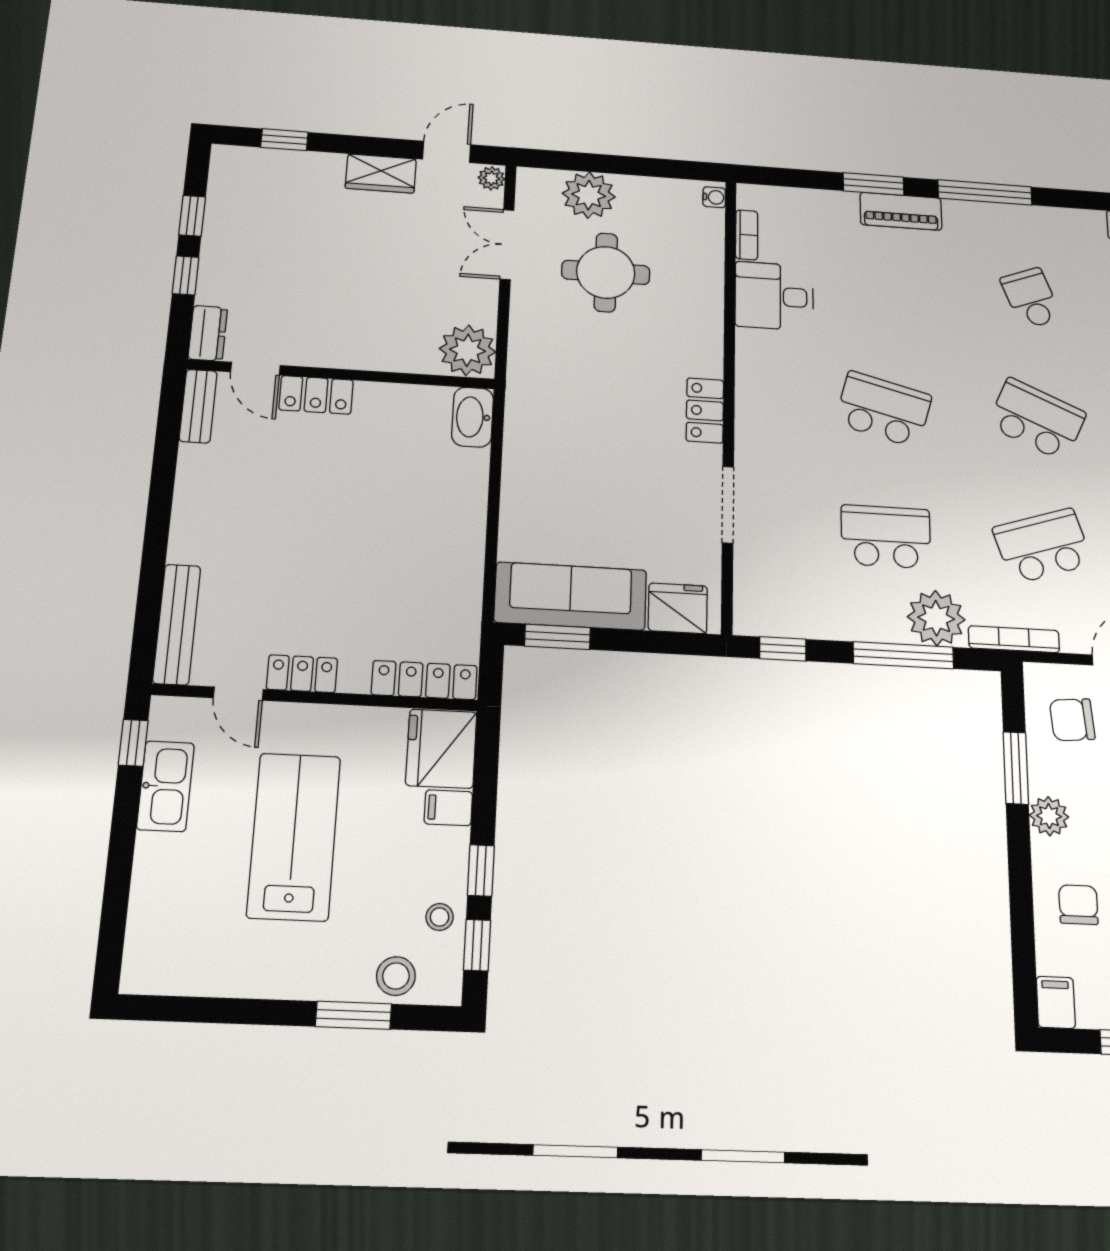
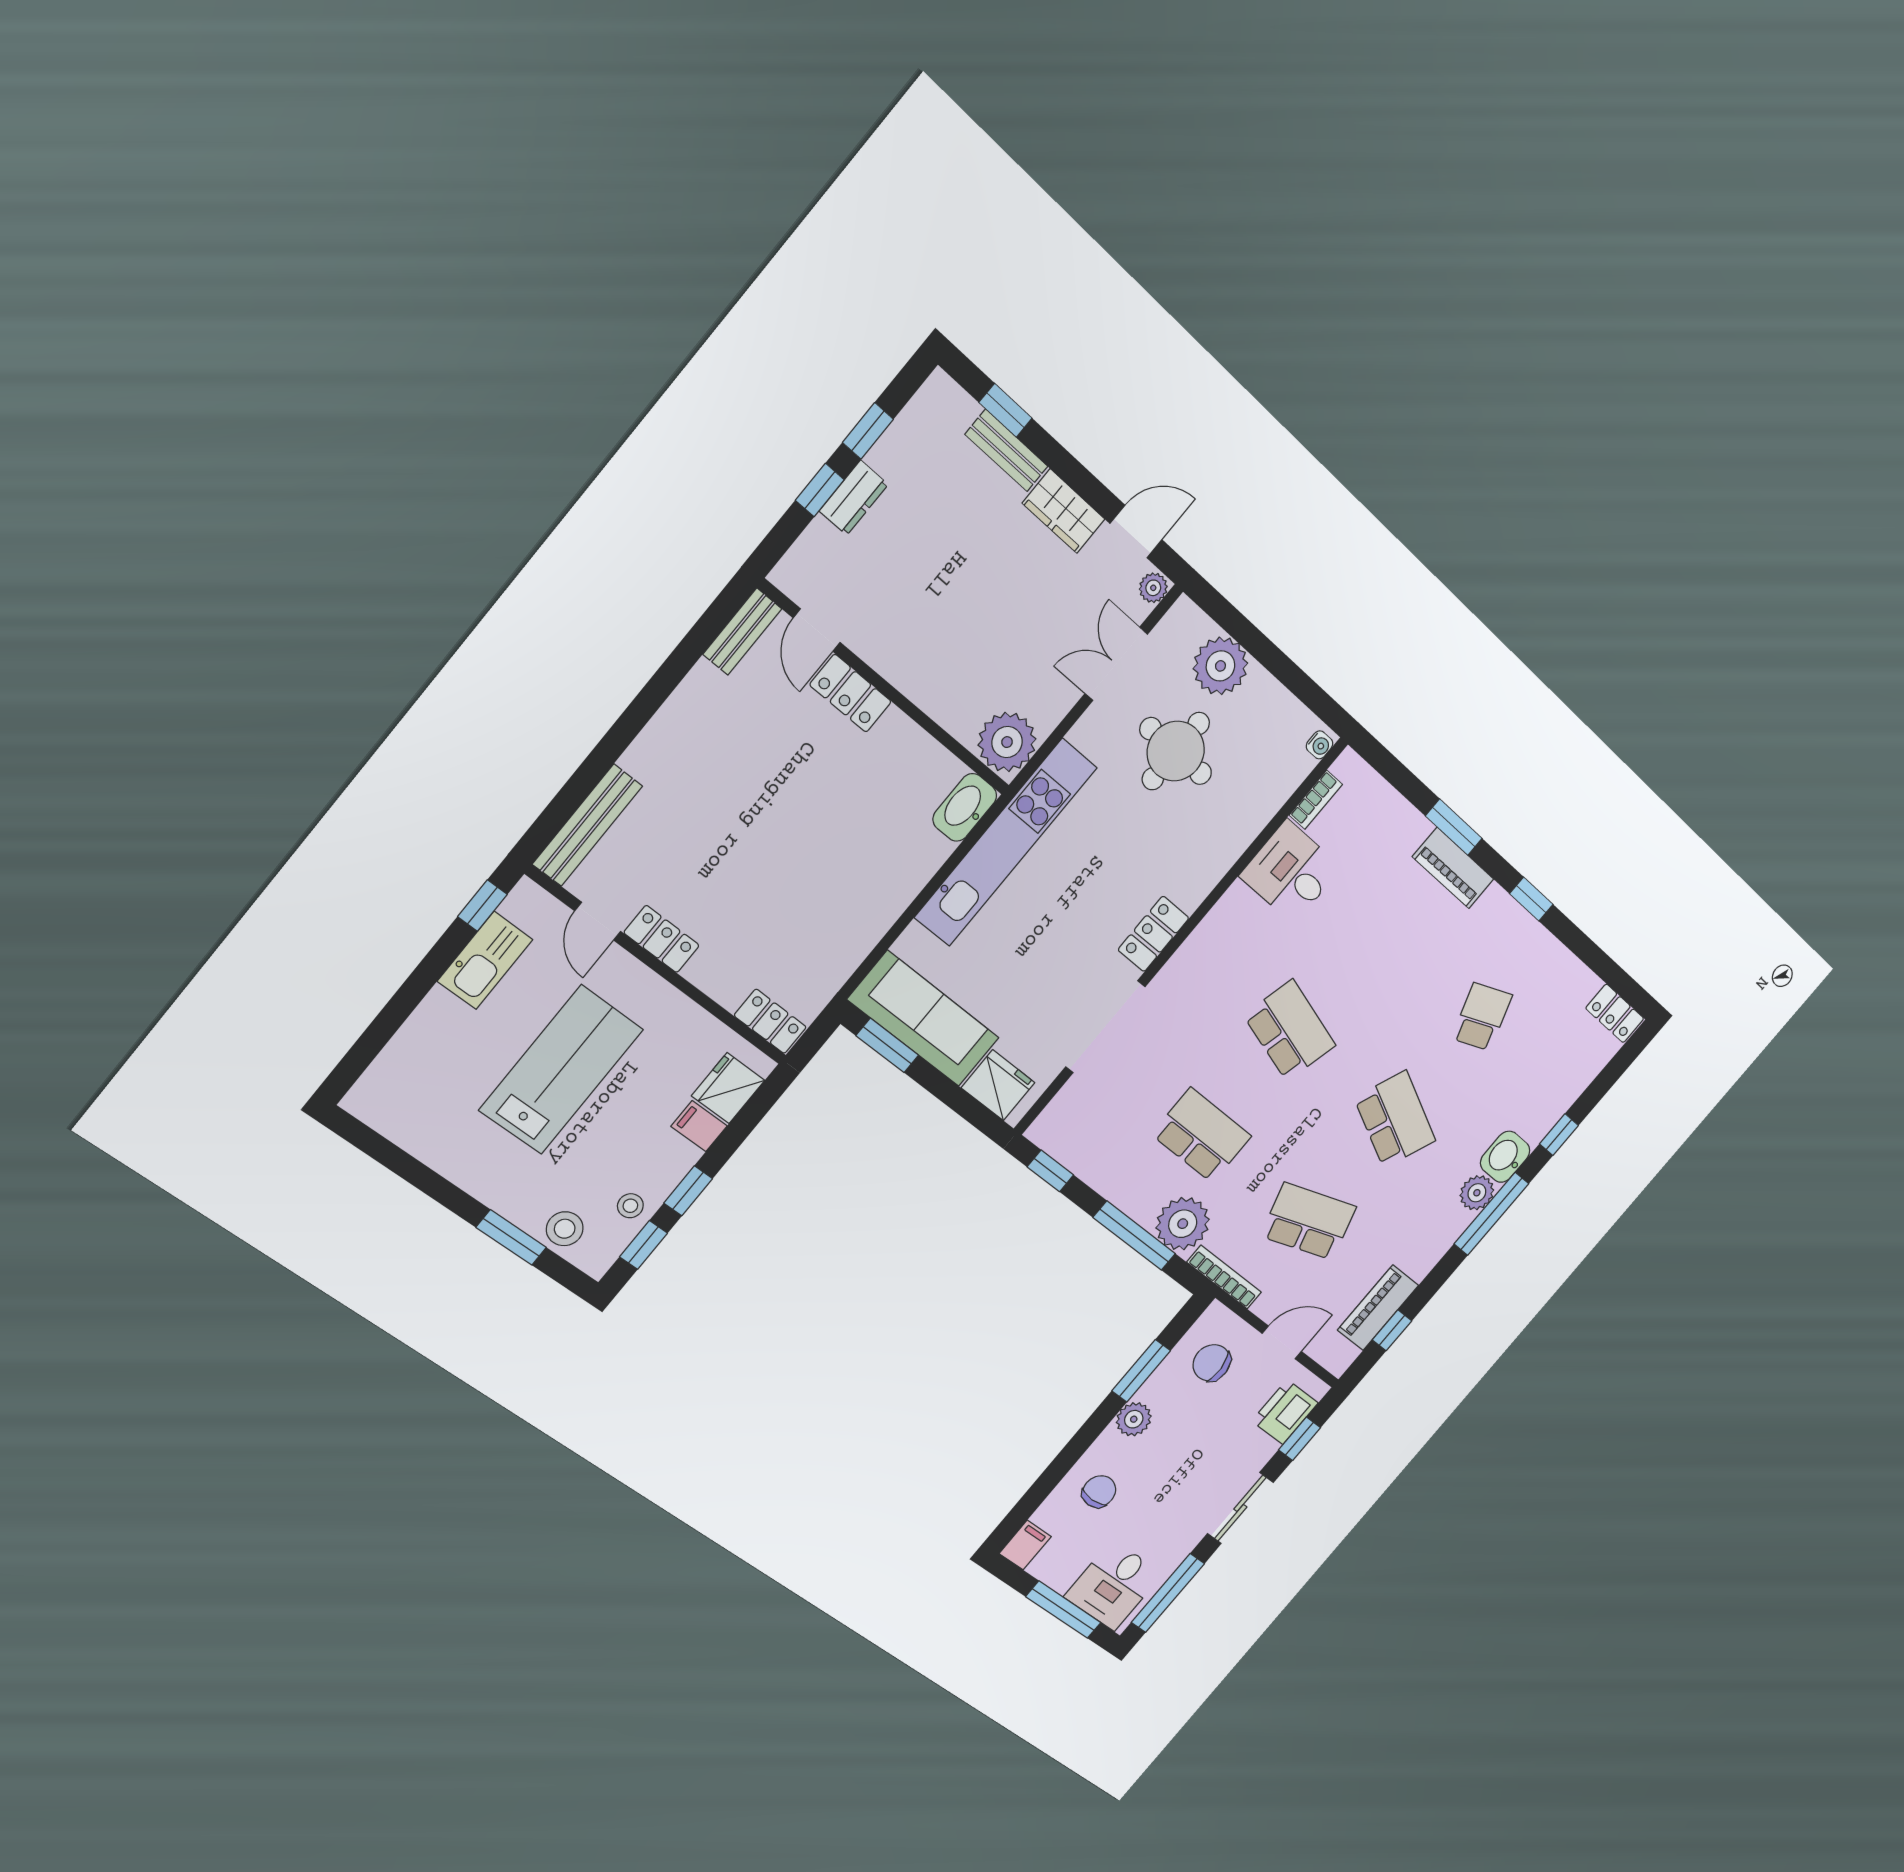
bench: (306, 163) -> (1006, 450), added
window: (985, 192) -> (1531, 899), width x0.46
dresser: (208, 333) -> (854, 498), moved
kitchen unit: (527, 421) -> (1006, 843), added
doorway: (728, 505) -> (1105, 1027), width x1.36
locker: (424, 680) -> (770, 1021), width x0.66
fridge: (441, 749) -> (728, 1088), width x0.73, depth x0.75

